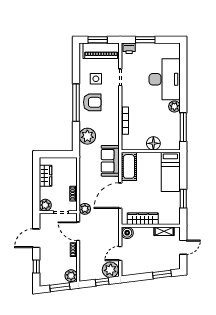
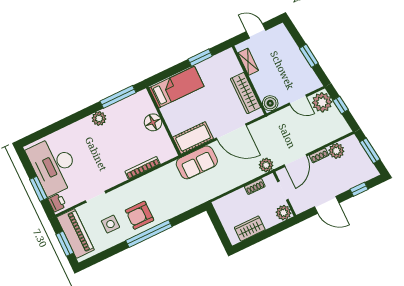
desk: (165, 79) -> (54, 165), moved, turned -90
armchair: (92, 102) -> (140, 215), turned -90
plant: (87, 136) -> (181, 202), removed
window: (162, 274) -> (309, 56), moved
plant: (71, 276) -> (336, 151), moved

